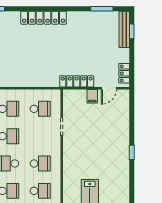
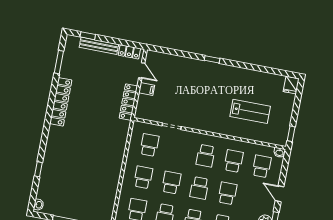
locker: (44, 18) -> (61, 102), moved
bench: (124, 29) -> (99, 46), moved
school desk: (40, 164) -> (206, 156), turned 180

